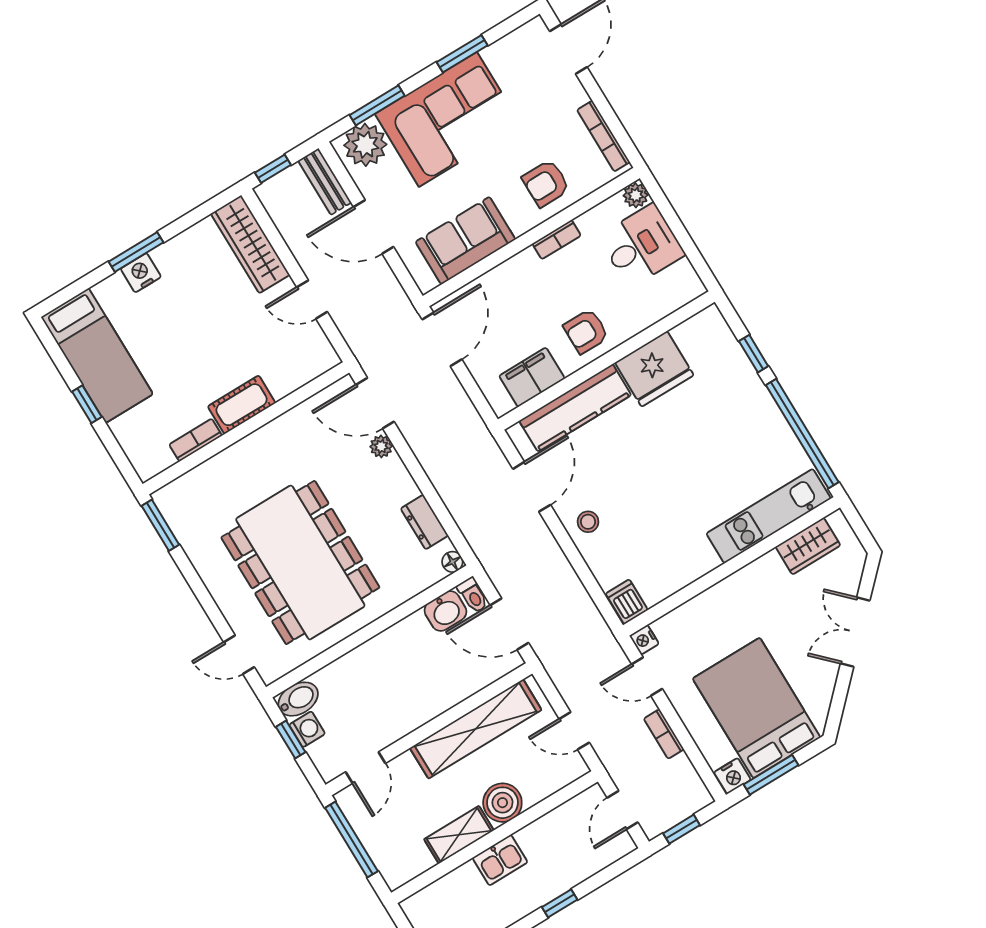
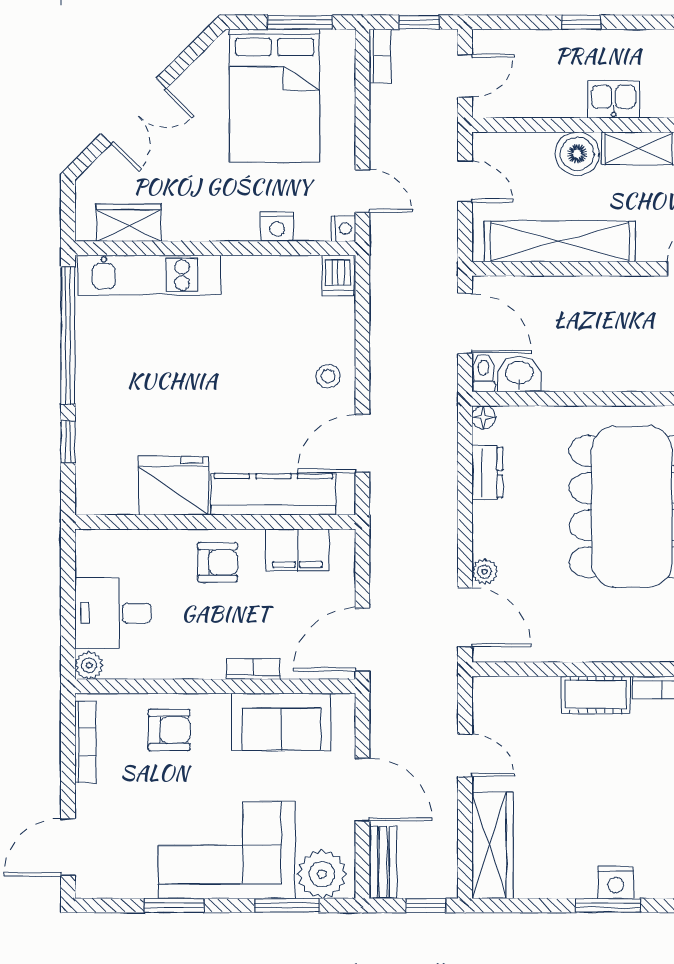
bookcase: (557, 240) -> (253, 669), moved
bookcase: (664, 734) -> (380, 56), moved
nightstand: (732, 776) -> (277, 227), moved, turned 180

